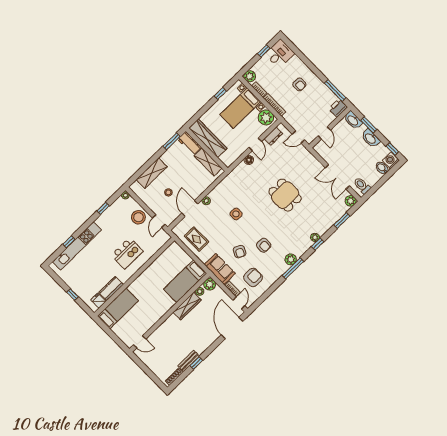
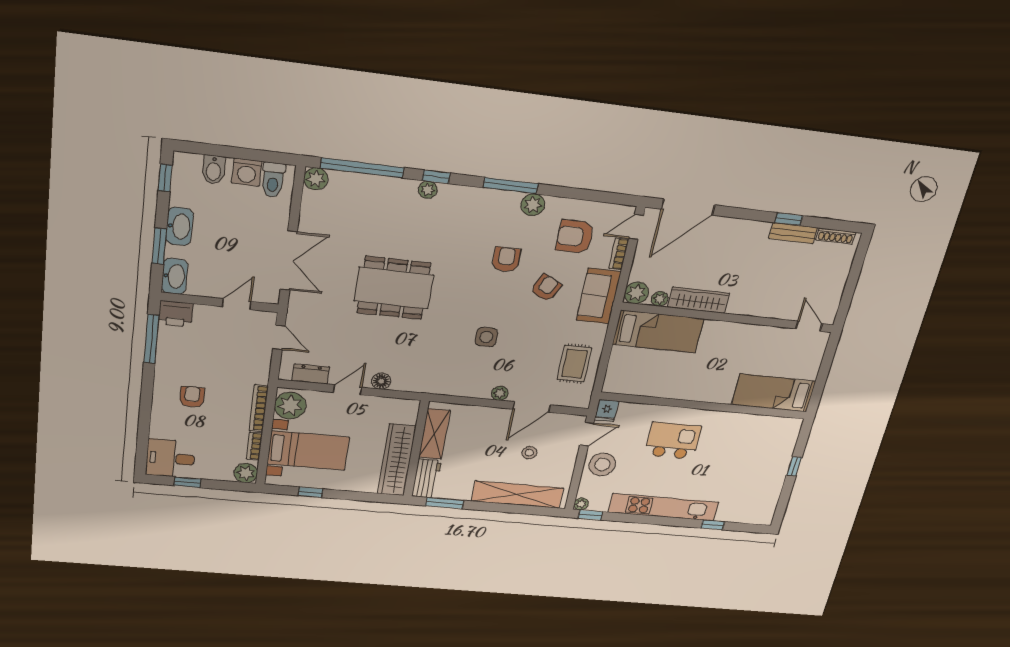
washing machine: (391, 160) -> (247, 172), moved
shelving: (152, 173) -> (517, 495), width x1.47
double door: (337, 177) -> (289, 261), moved
dining table: (285, 195) -> (394, 288), width x1.38
window: (103, 208) -> (590, 515), moved
window: (342, 220) -> (362, 168), width x2.11
kitchen unit: (77, 246) -> (664, 507), moved
plant: (291, 259) -> (533, 205), moved
kitchen counter: (111, 289) -> (747, 423), removed
fridge: (98, 301) -> (606, 411), moved

